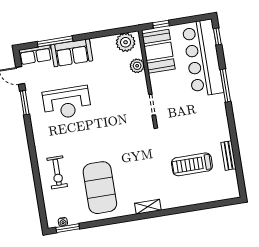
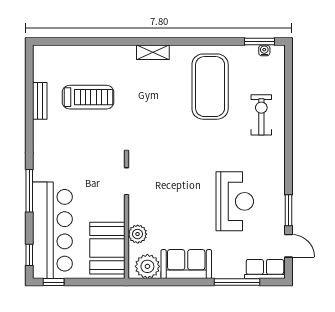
window: (161, 24) -> (54, 282), moved
sofa: (72, 53) -> (186, 264), moved
reception desk: (67, 103) -> (235, 201), turned 90

